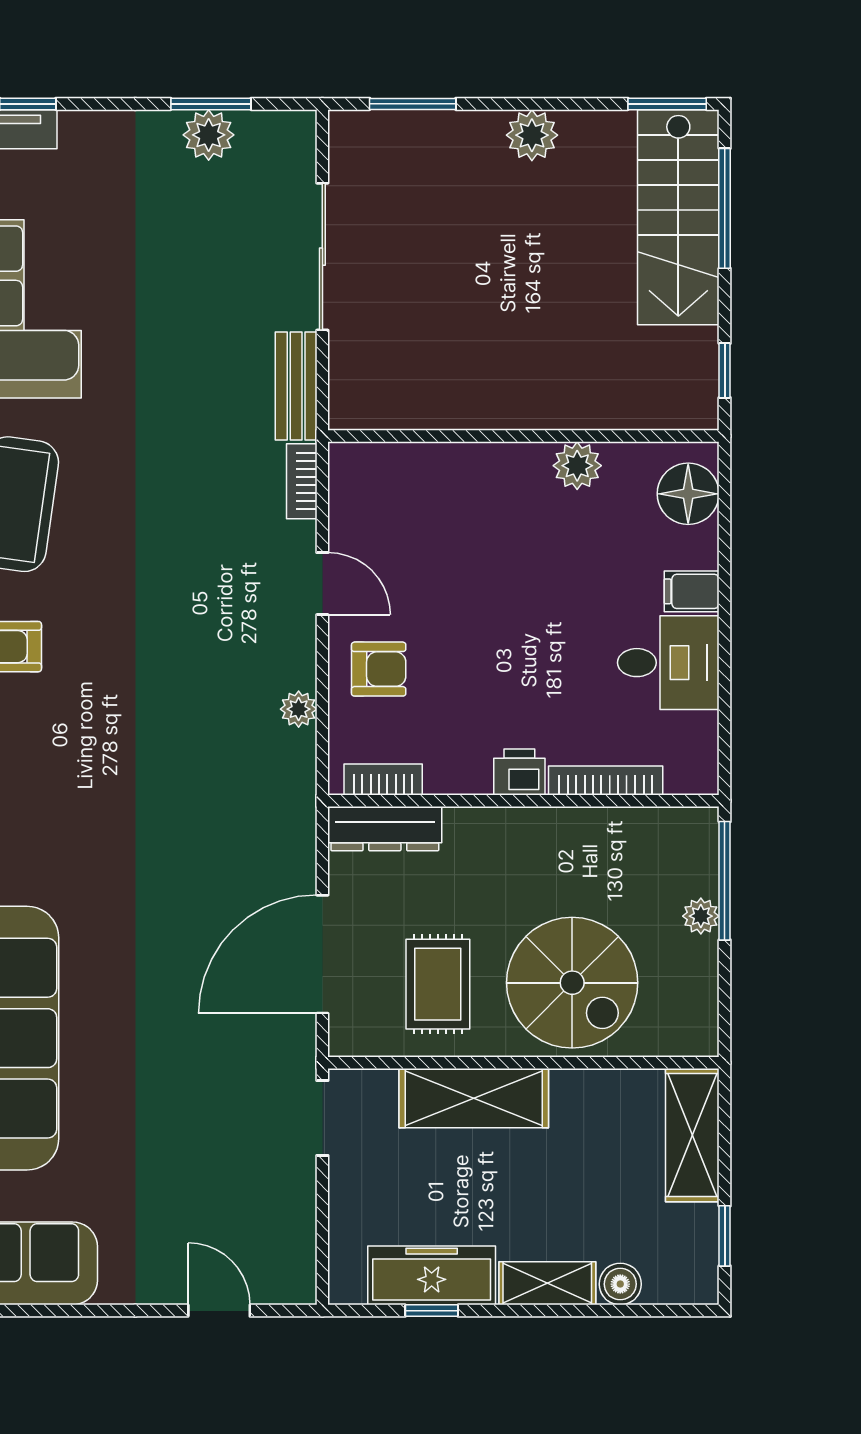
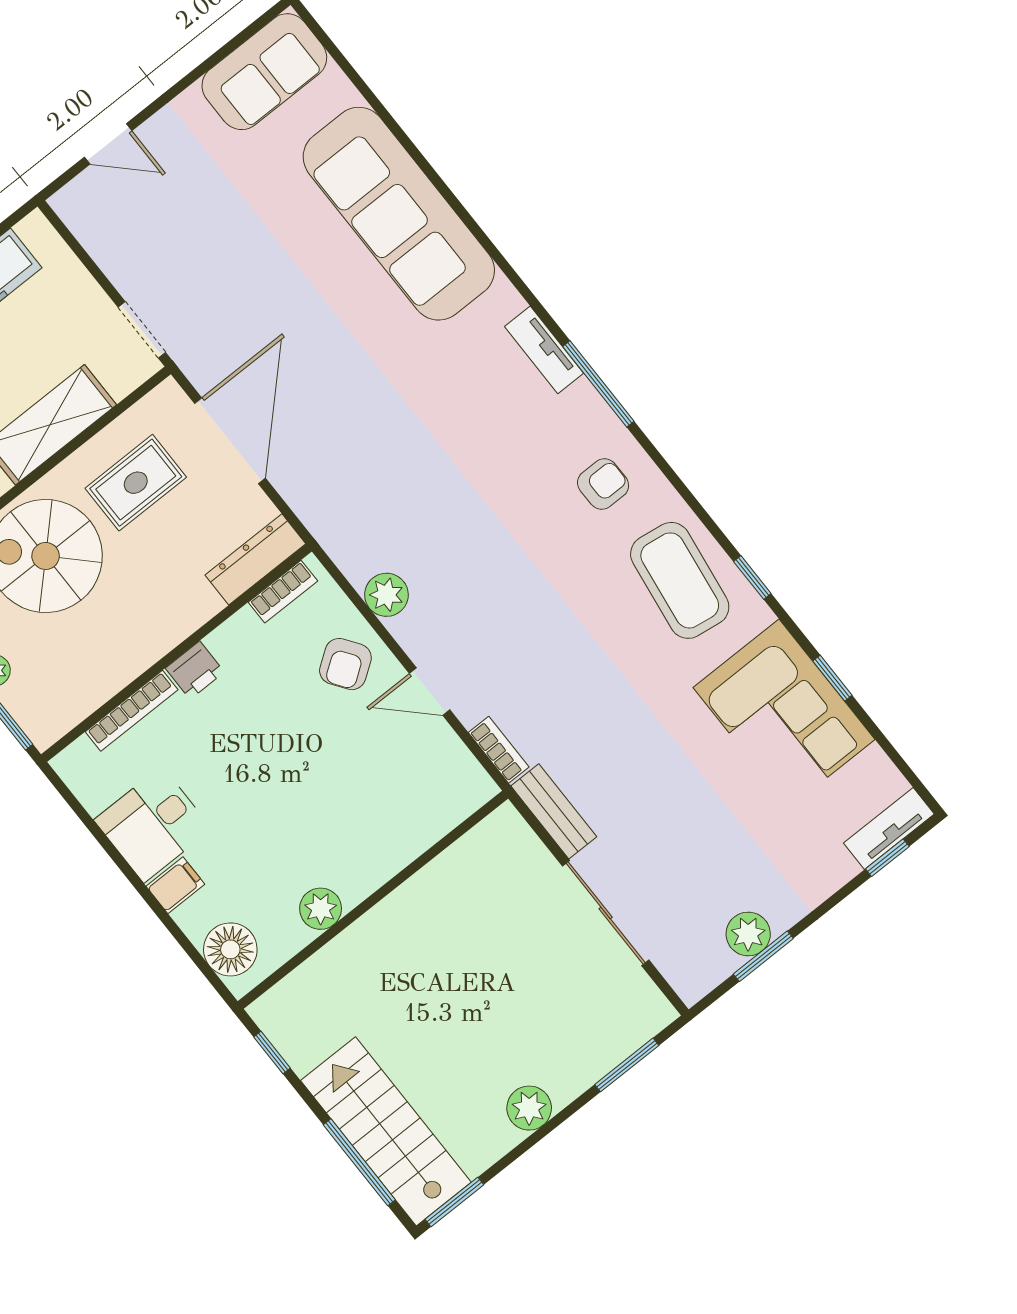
armchair: (379, 669) -> (345, 664), turned -35
plant: (299, 709) -> (386, 595), width x1.38, depth x1.38
rug: (438, 984) -> (136, 483), turned 90

